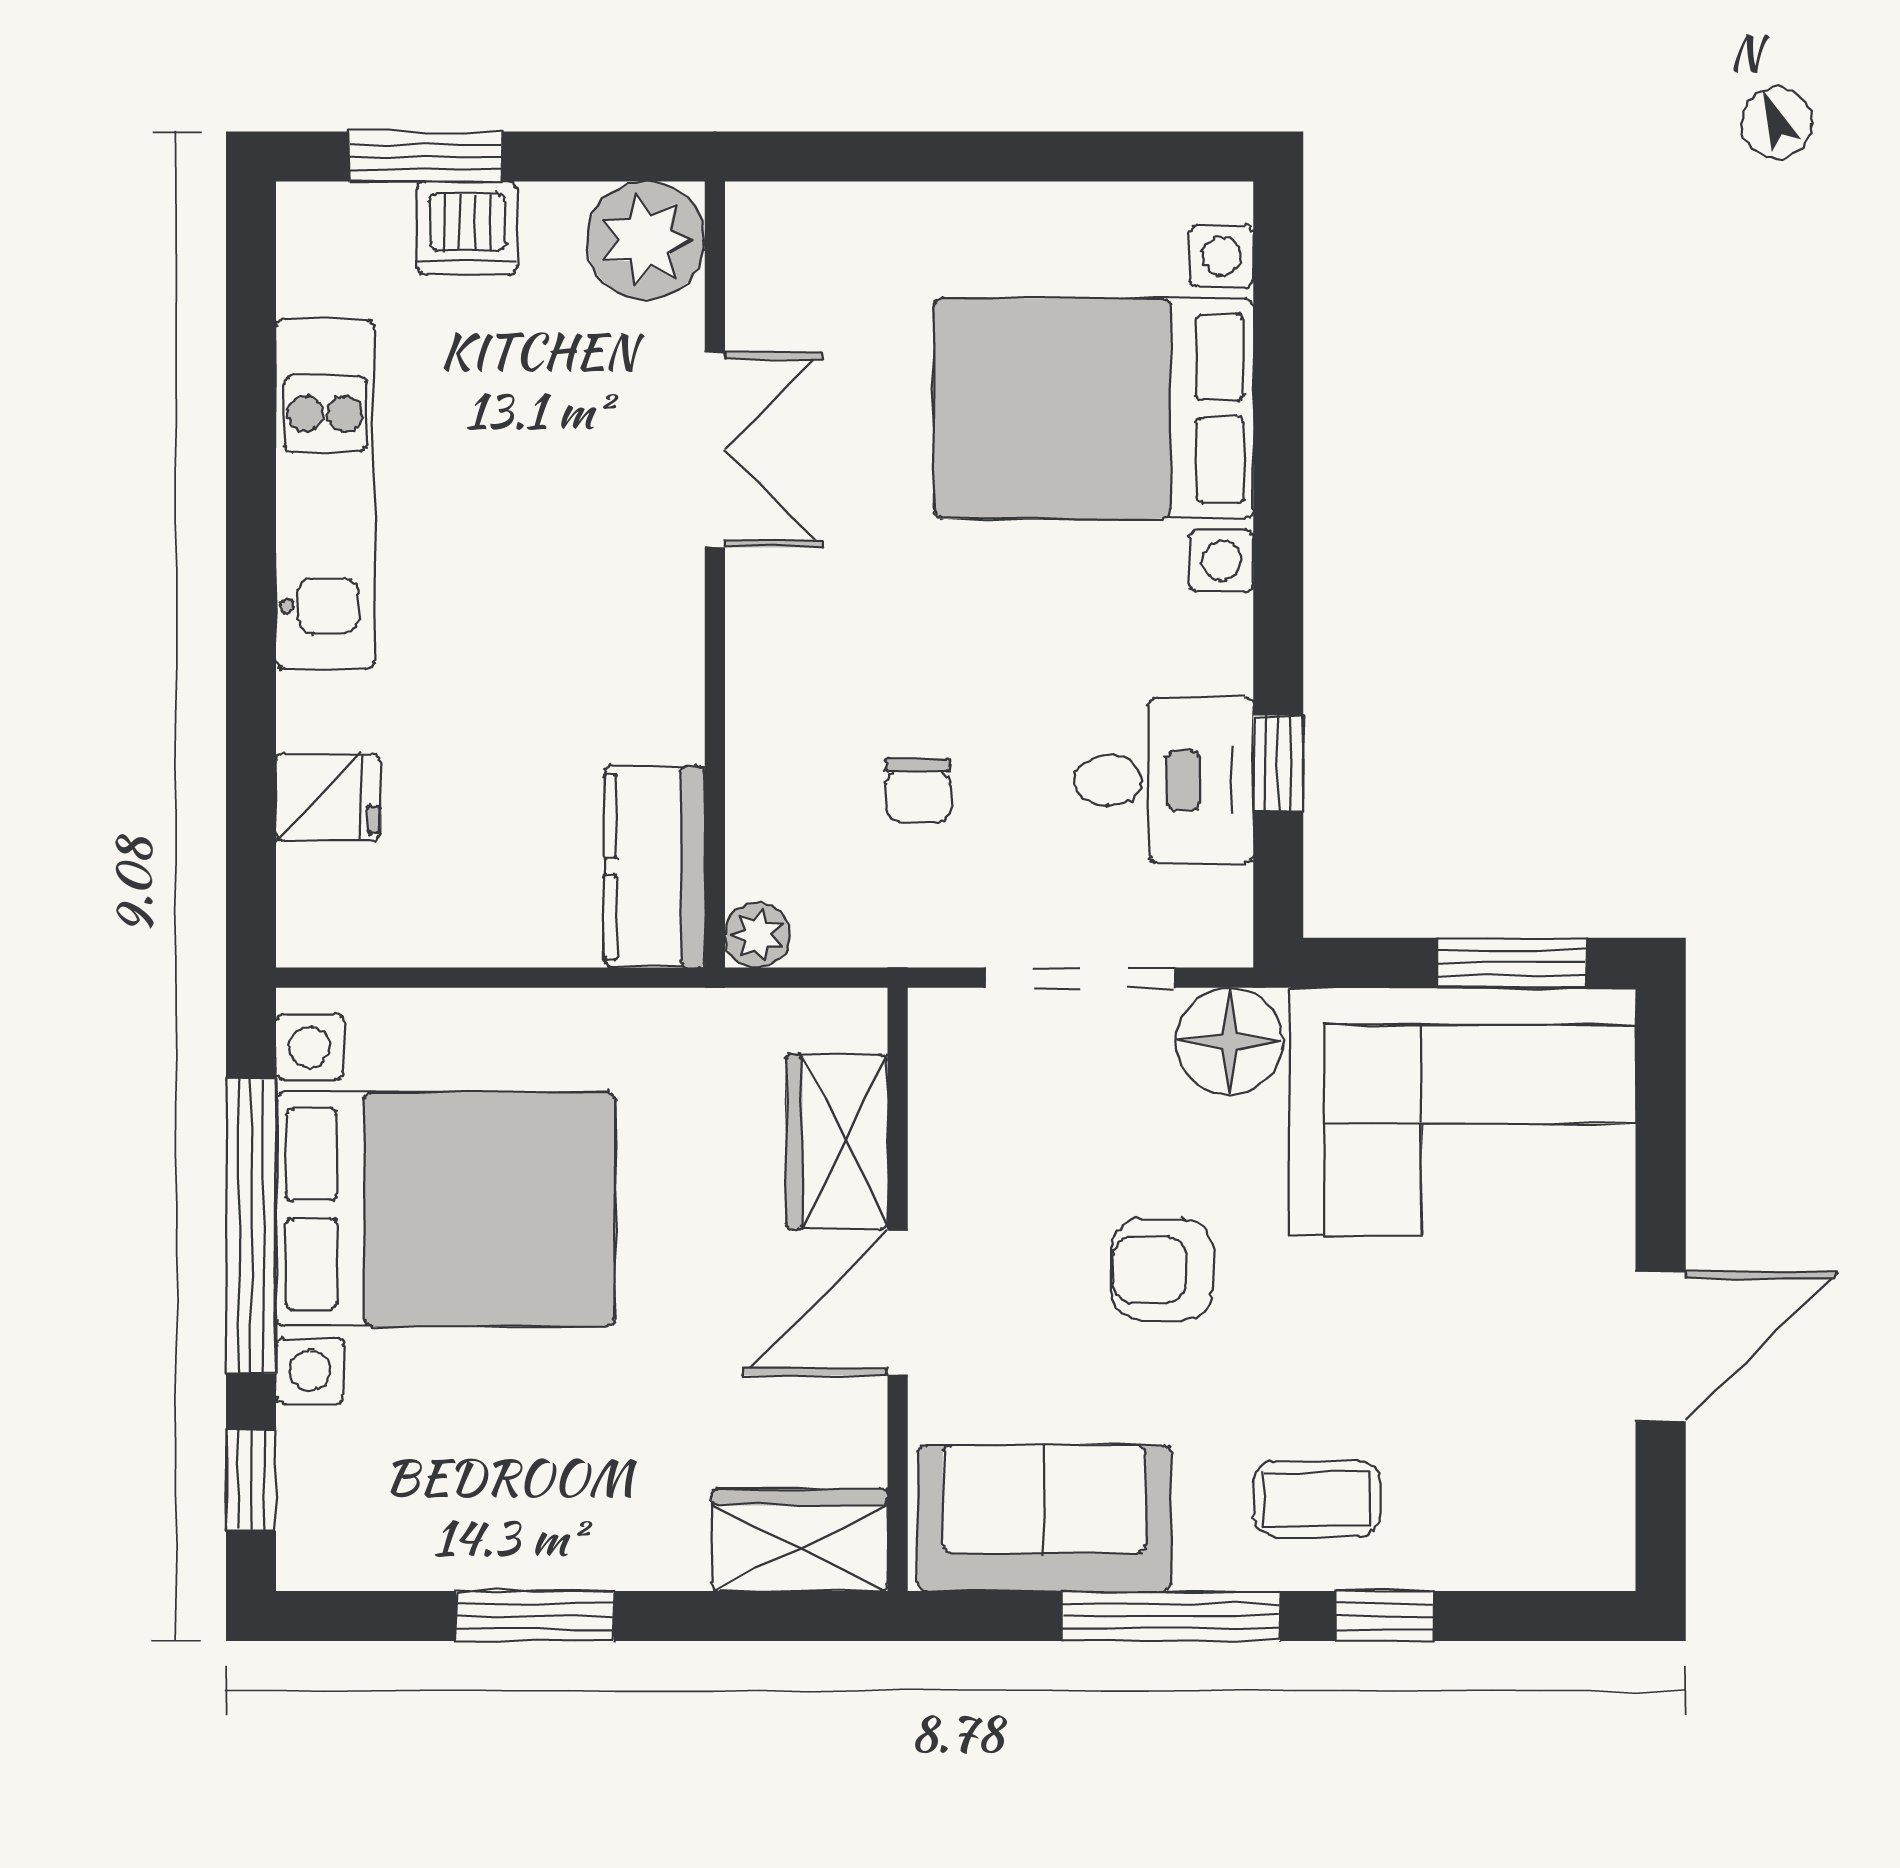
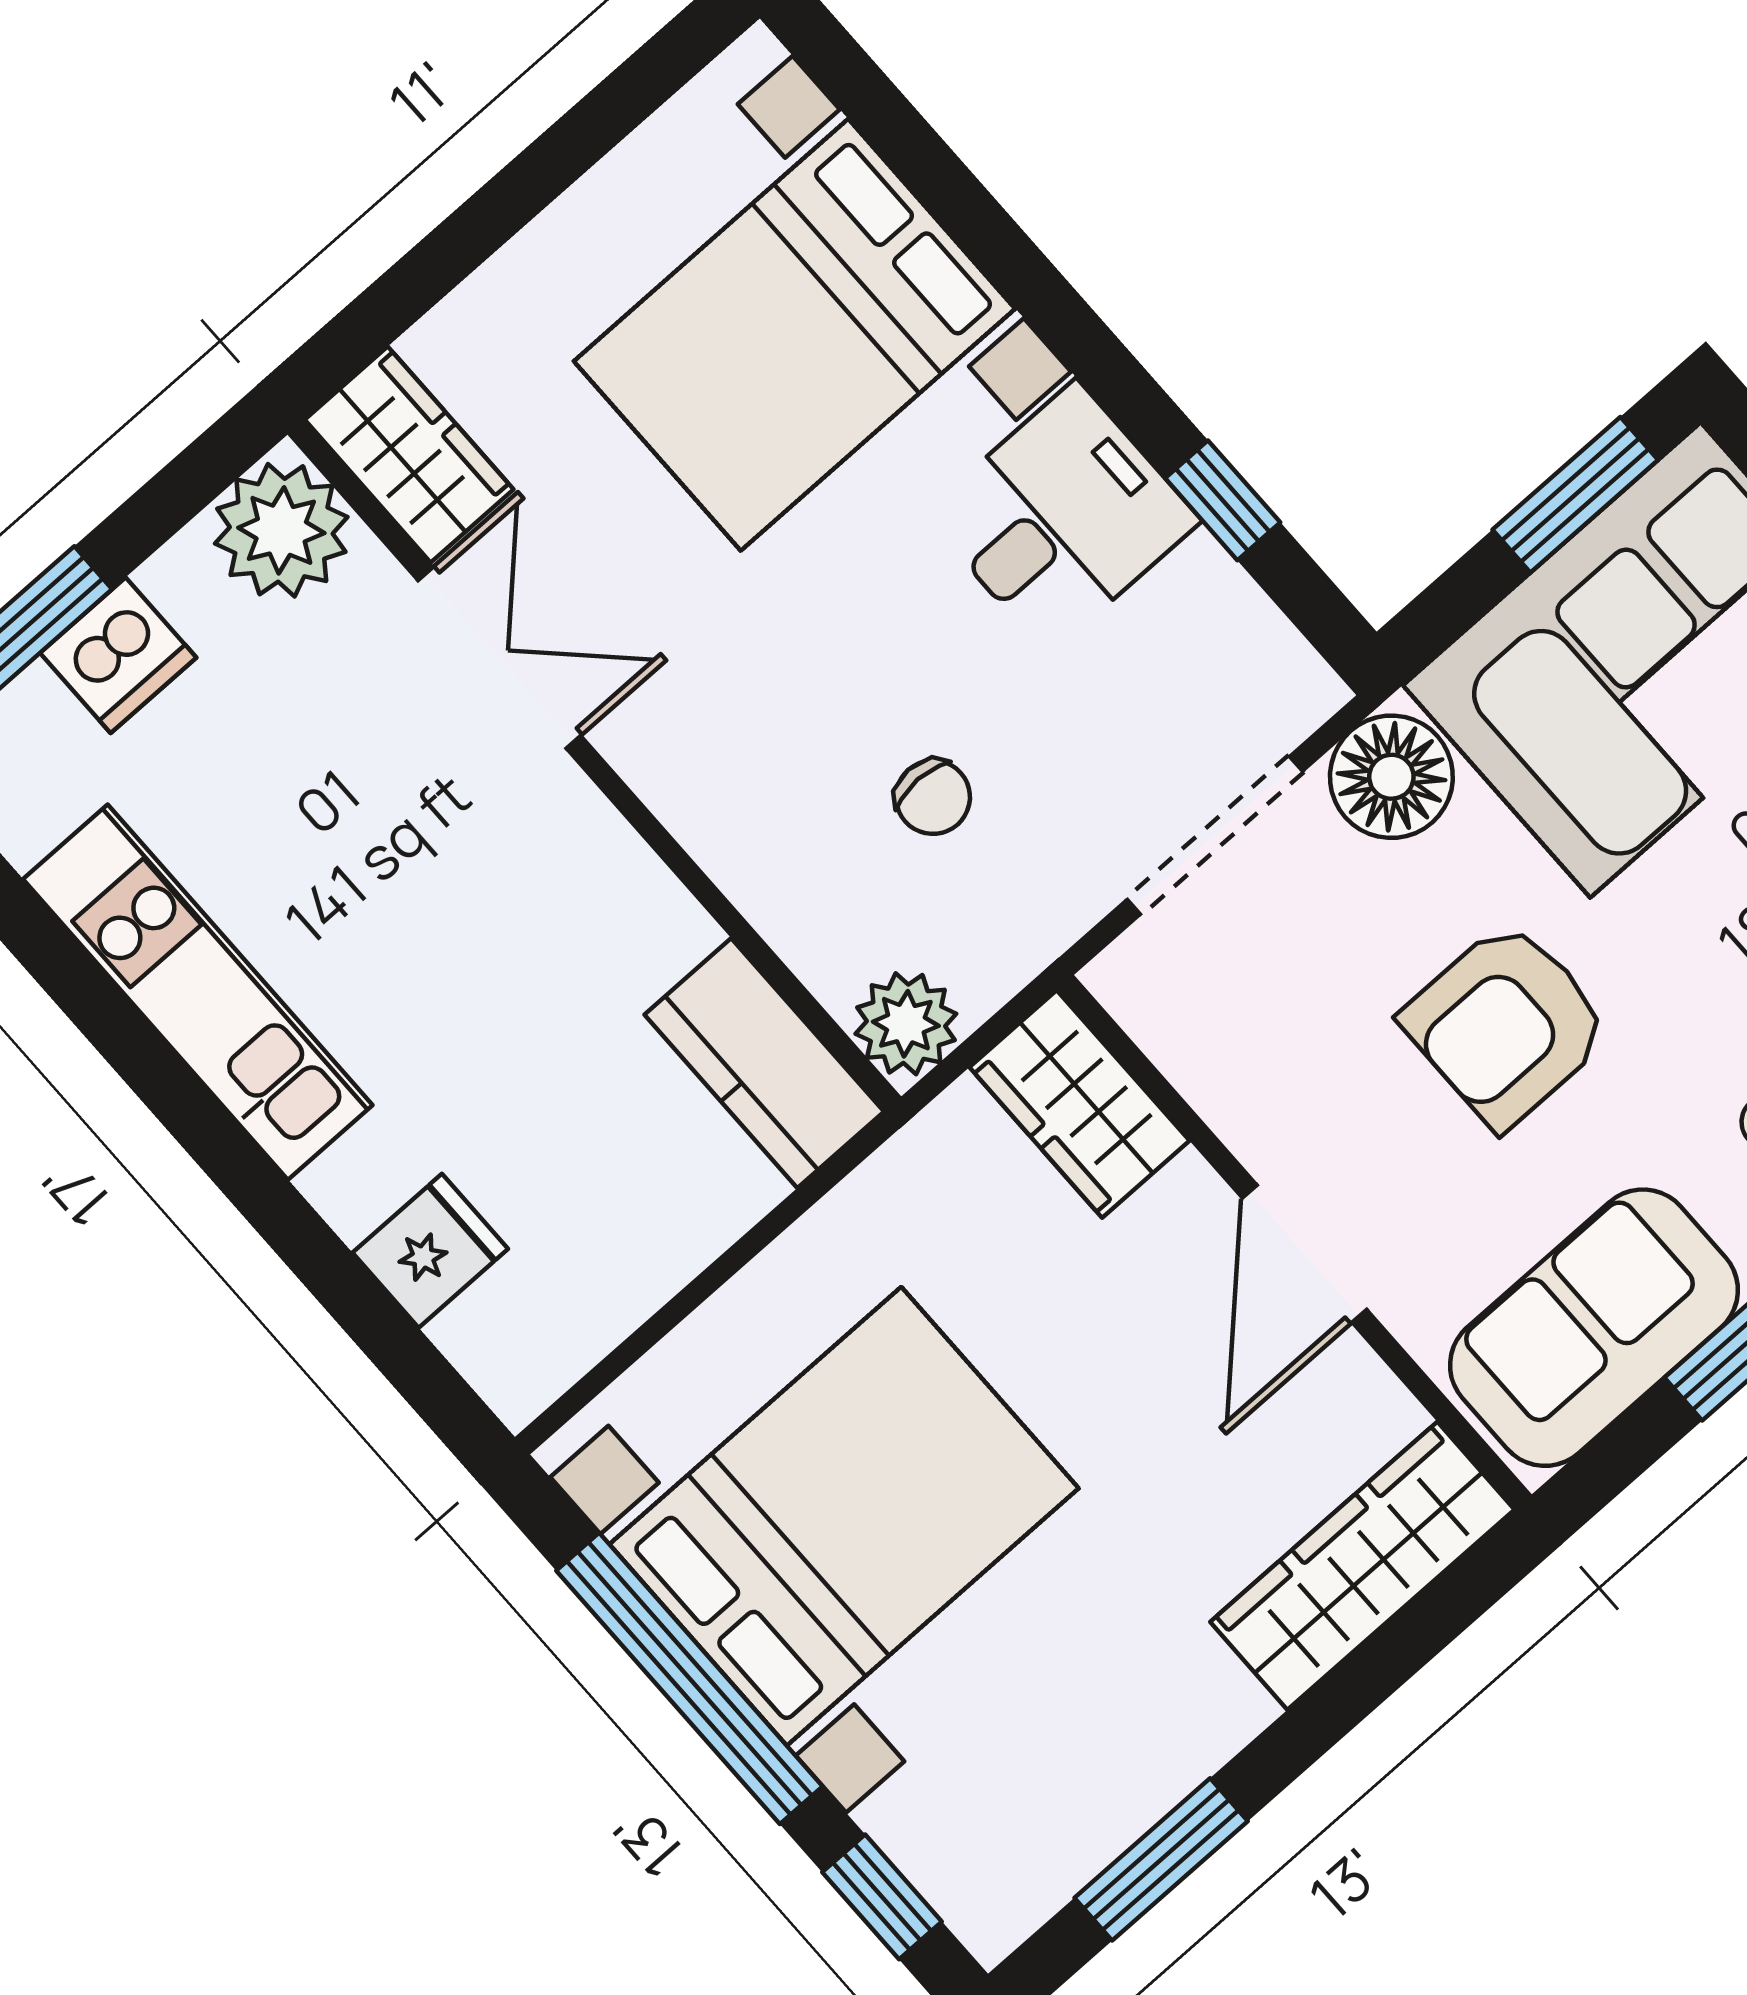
wardrobe: (773, 265) -> (409, 455), added
desk: (1164, 780) -> (1062, 517), moved
plant: (757, 935) -> (906, 1024), width x1.38, depth x1.38
wardrobe: (837, 1142) -> (1079, 1104), moved
armchair: (1162, 1269) -> (1506, 1025), width x1.38, depth x1.38
wardrobe: (800, 1540) -> (1362, 1566), width x1.50
window: (535, 1616) -> (1161, 1859), moved

